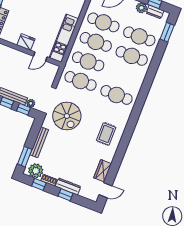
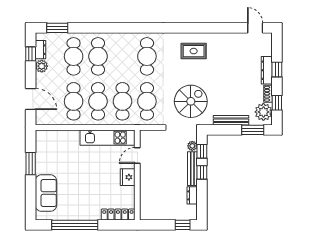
door: (40, 56) -> (137, 155), swing flipped
wardrobe: (103, 171) -> (235, 39), removed

